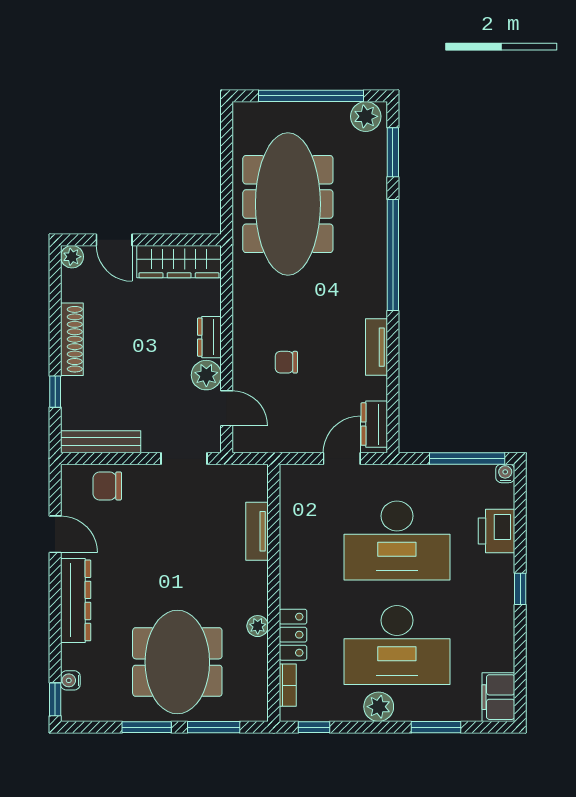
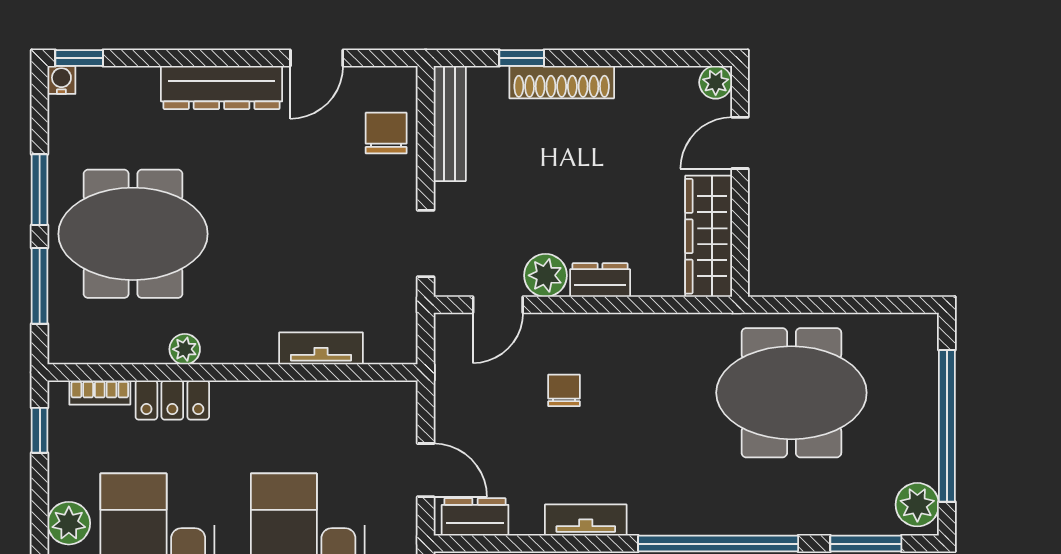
meeting table: (288, 204) -> (791, 393), width x0.73
shoe rack: (72, 339) -> (562, 82), moved
water cooler: (70, 680) -> (61, 80), moved

